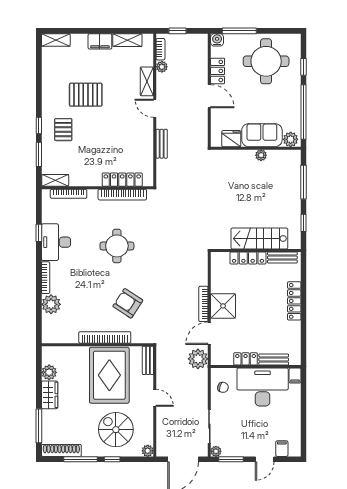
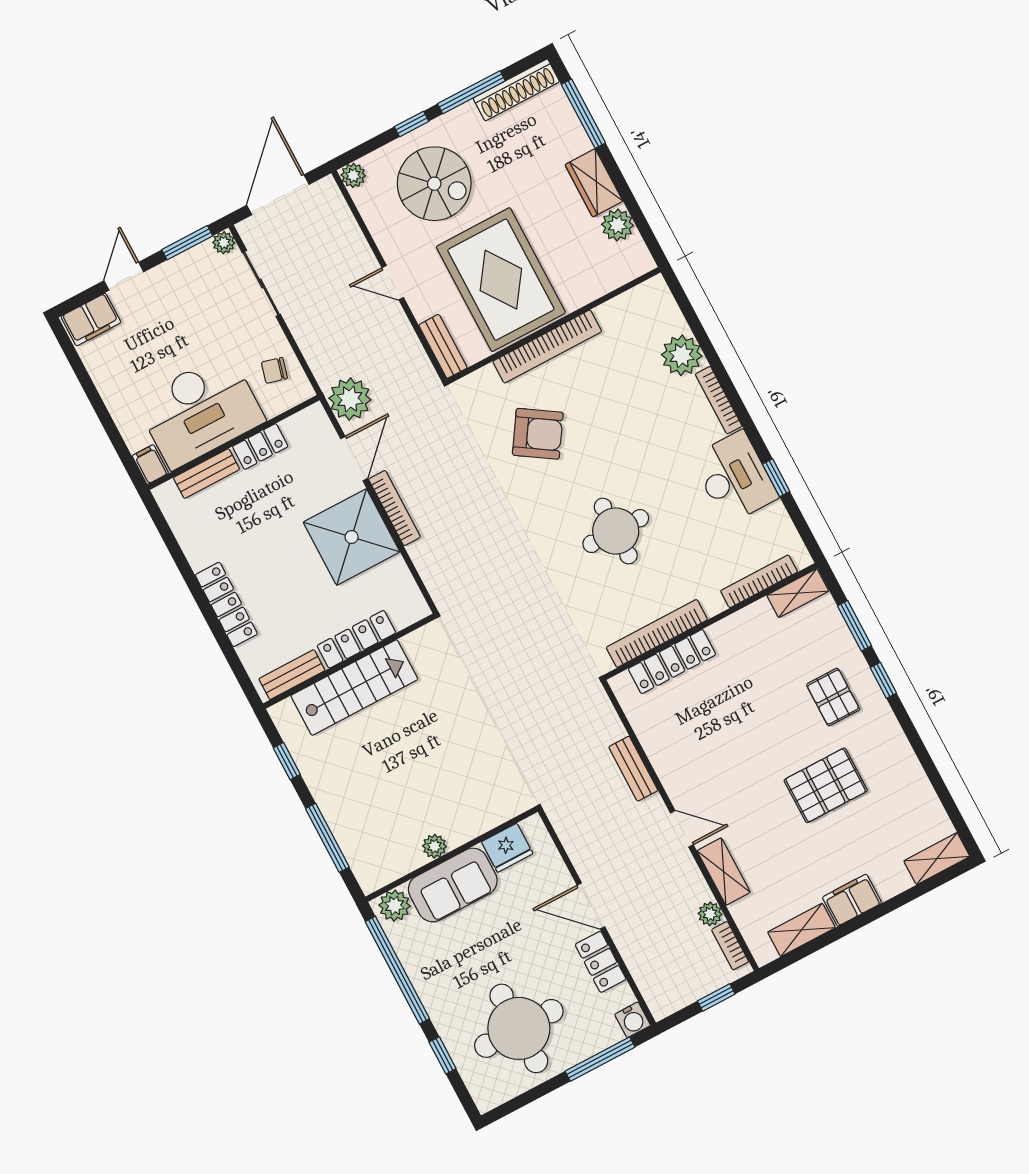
shower: (223, 306) -> (352, 537), width x1.37, depth x1.37
filing cabinet: (282, 449) -> (91, 319), width x2.00

